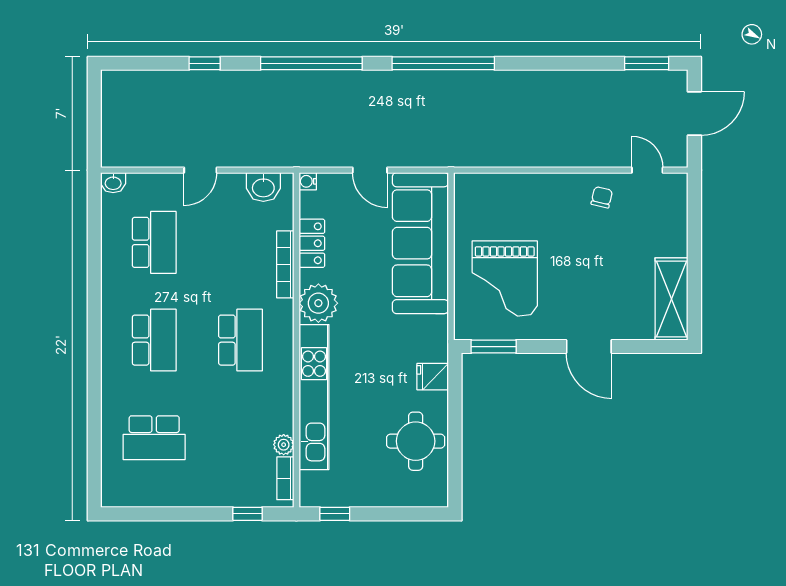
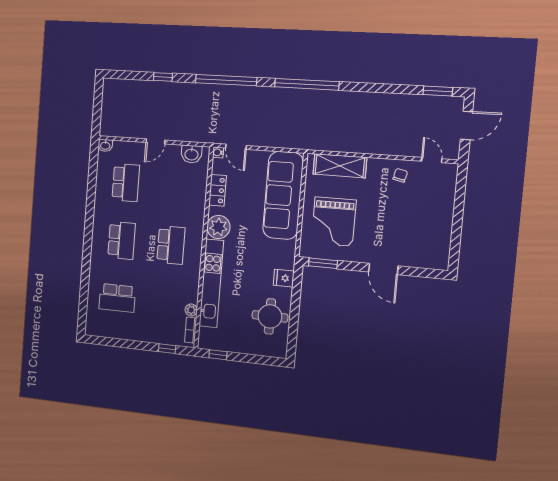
door: (370, 170) -> (236, 147), moved
bookcase: (285, 264) -> (201, 202), removed
shelving: (671, 299) -> (340, 166), moved, turned 90

